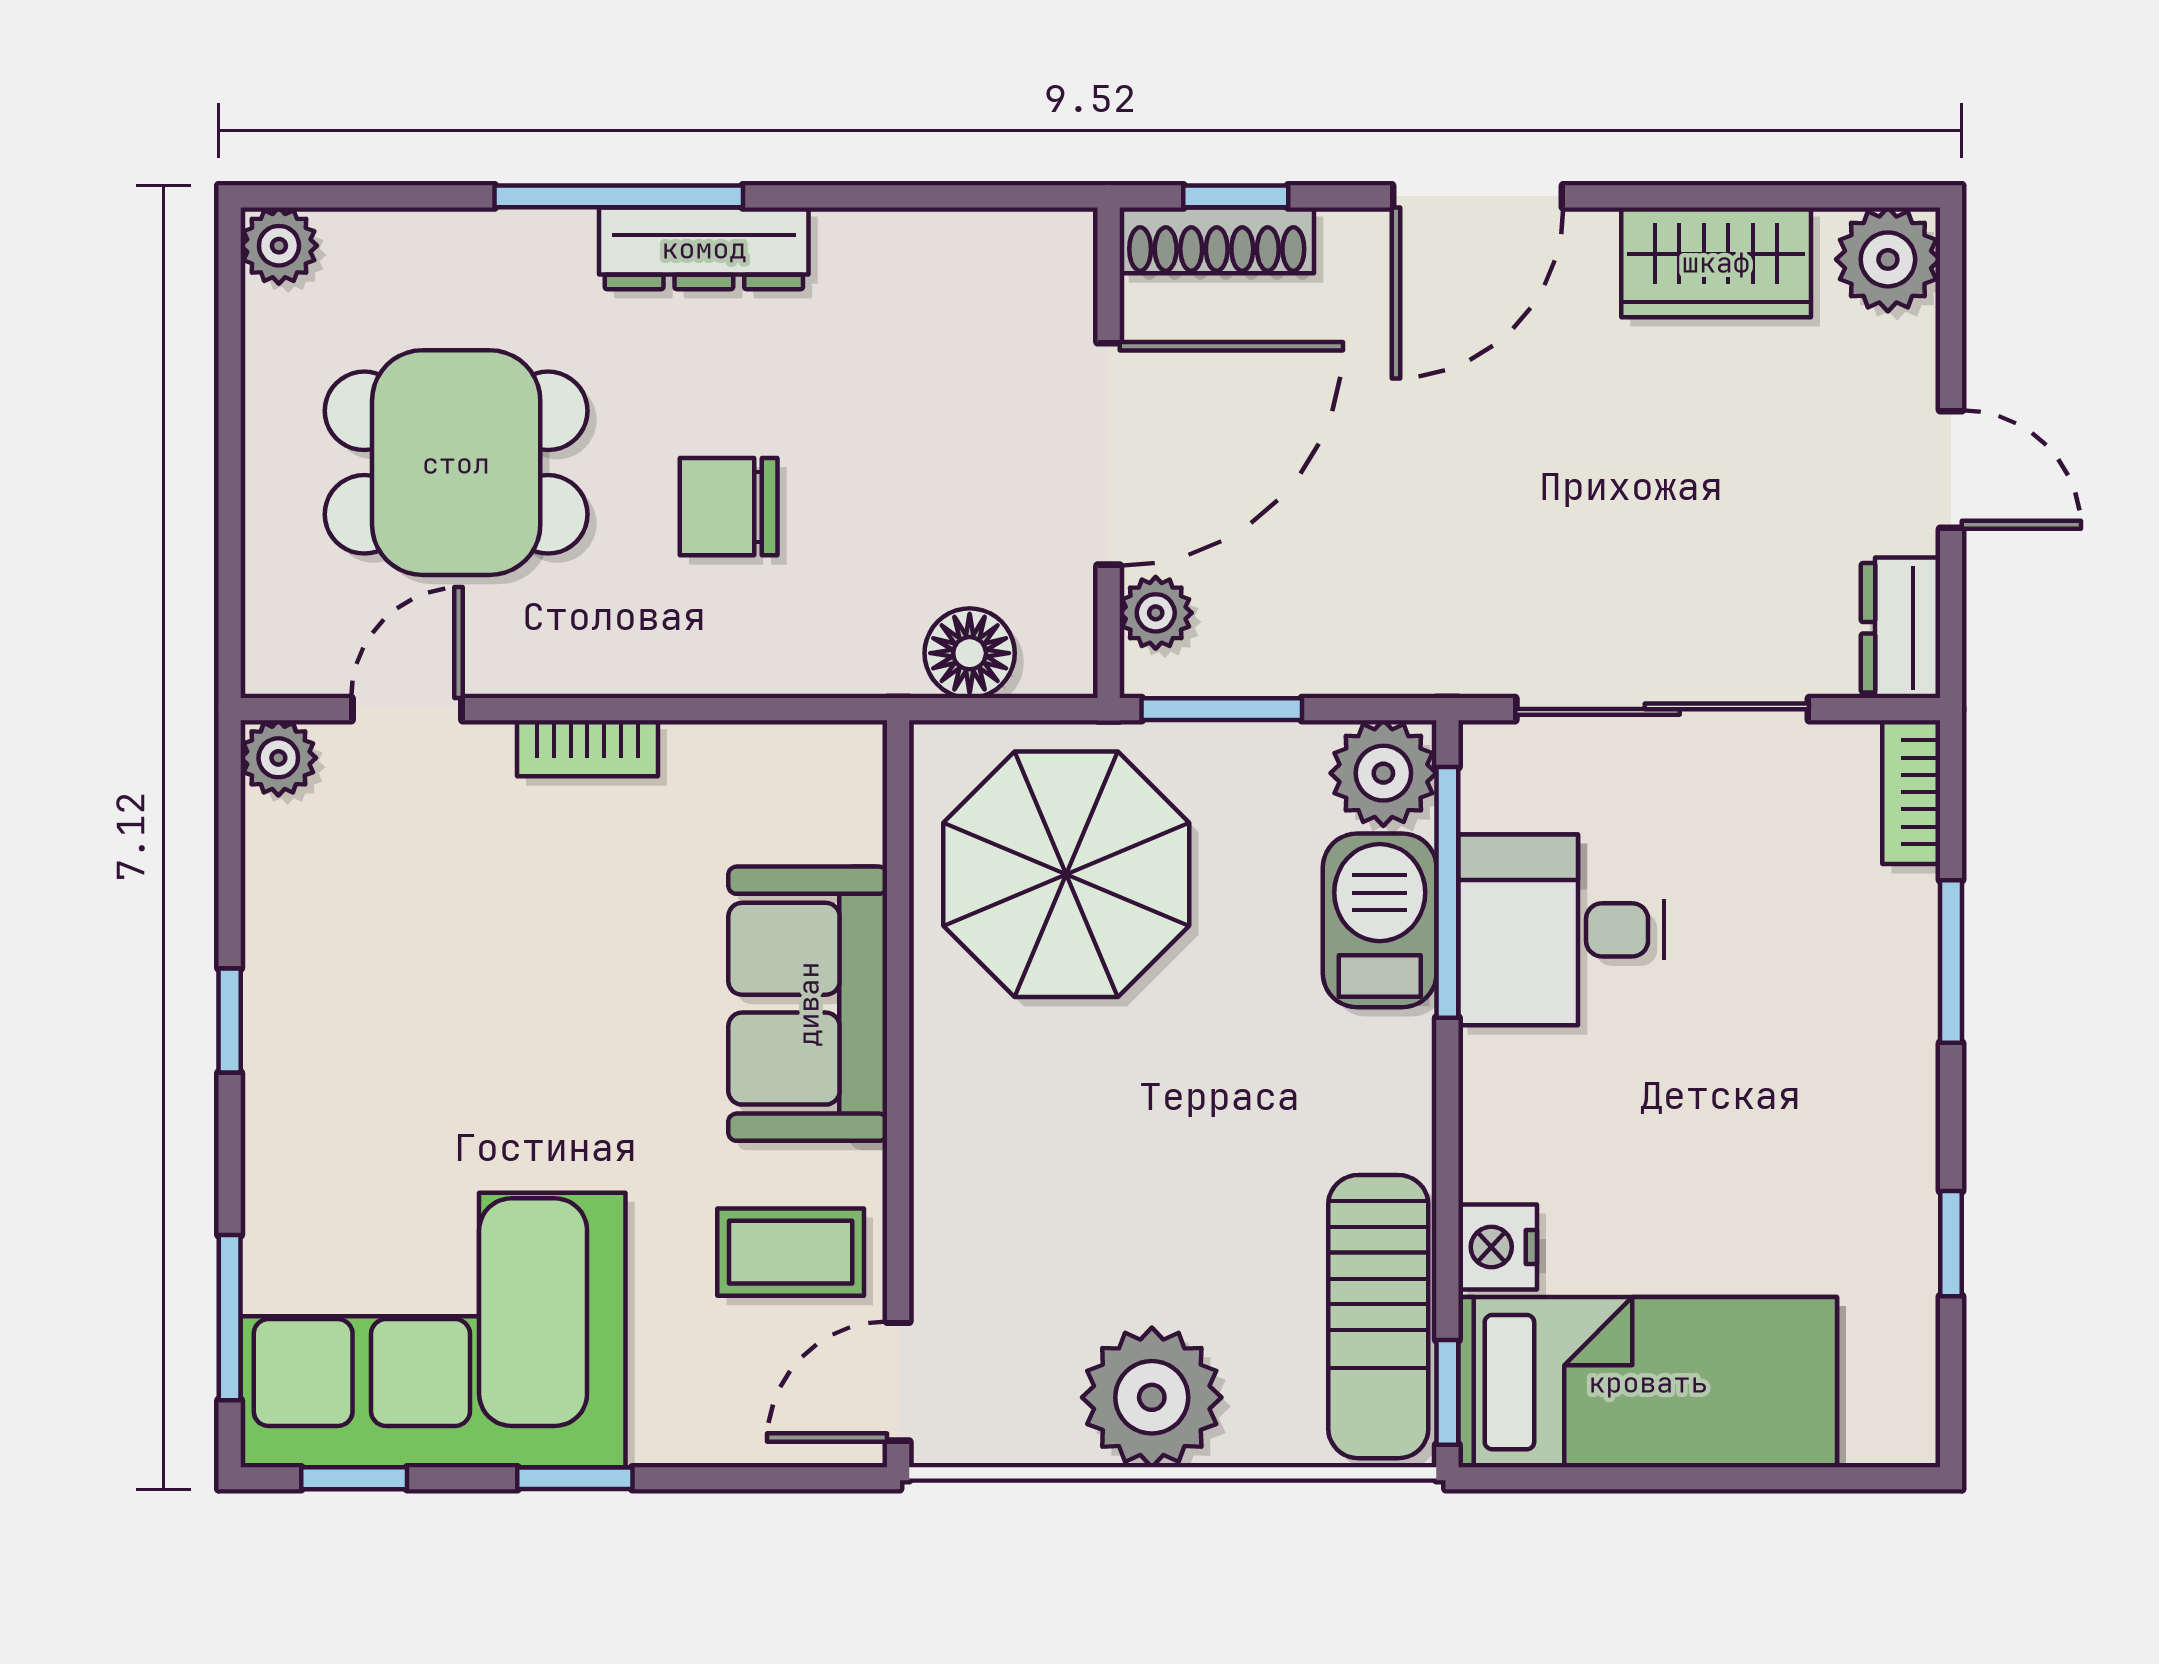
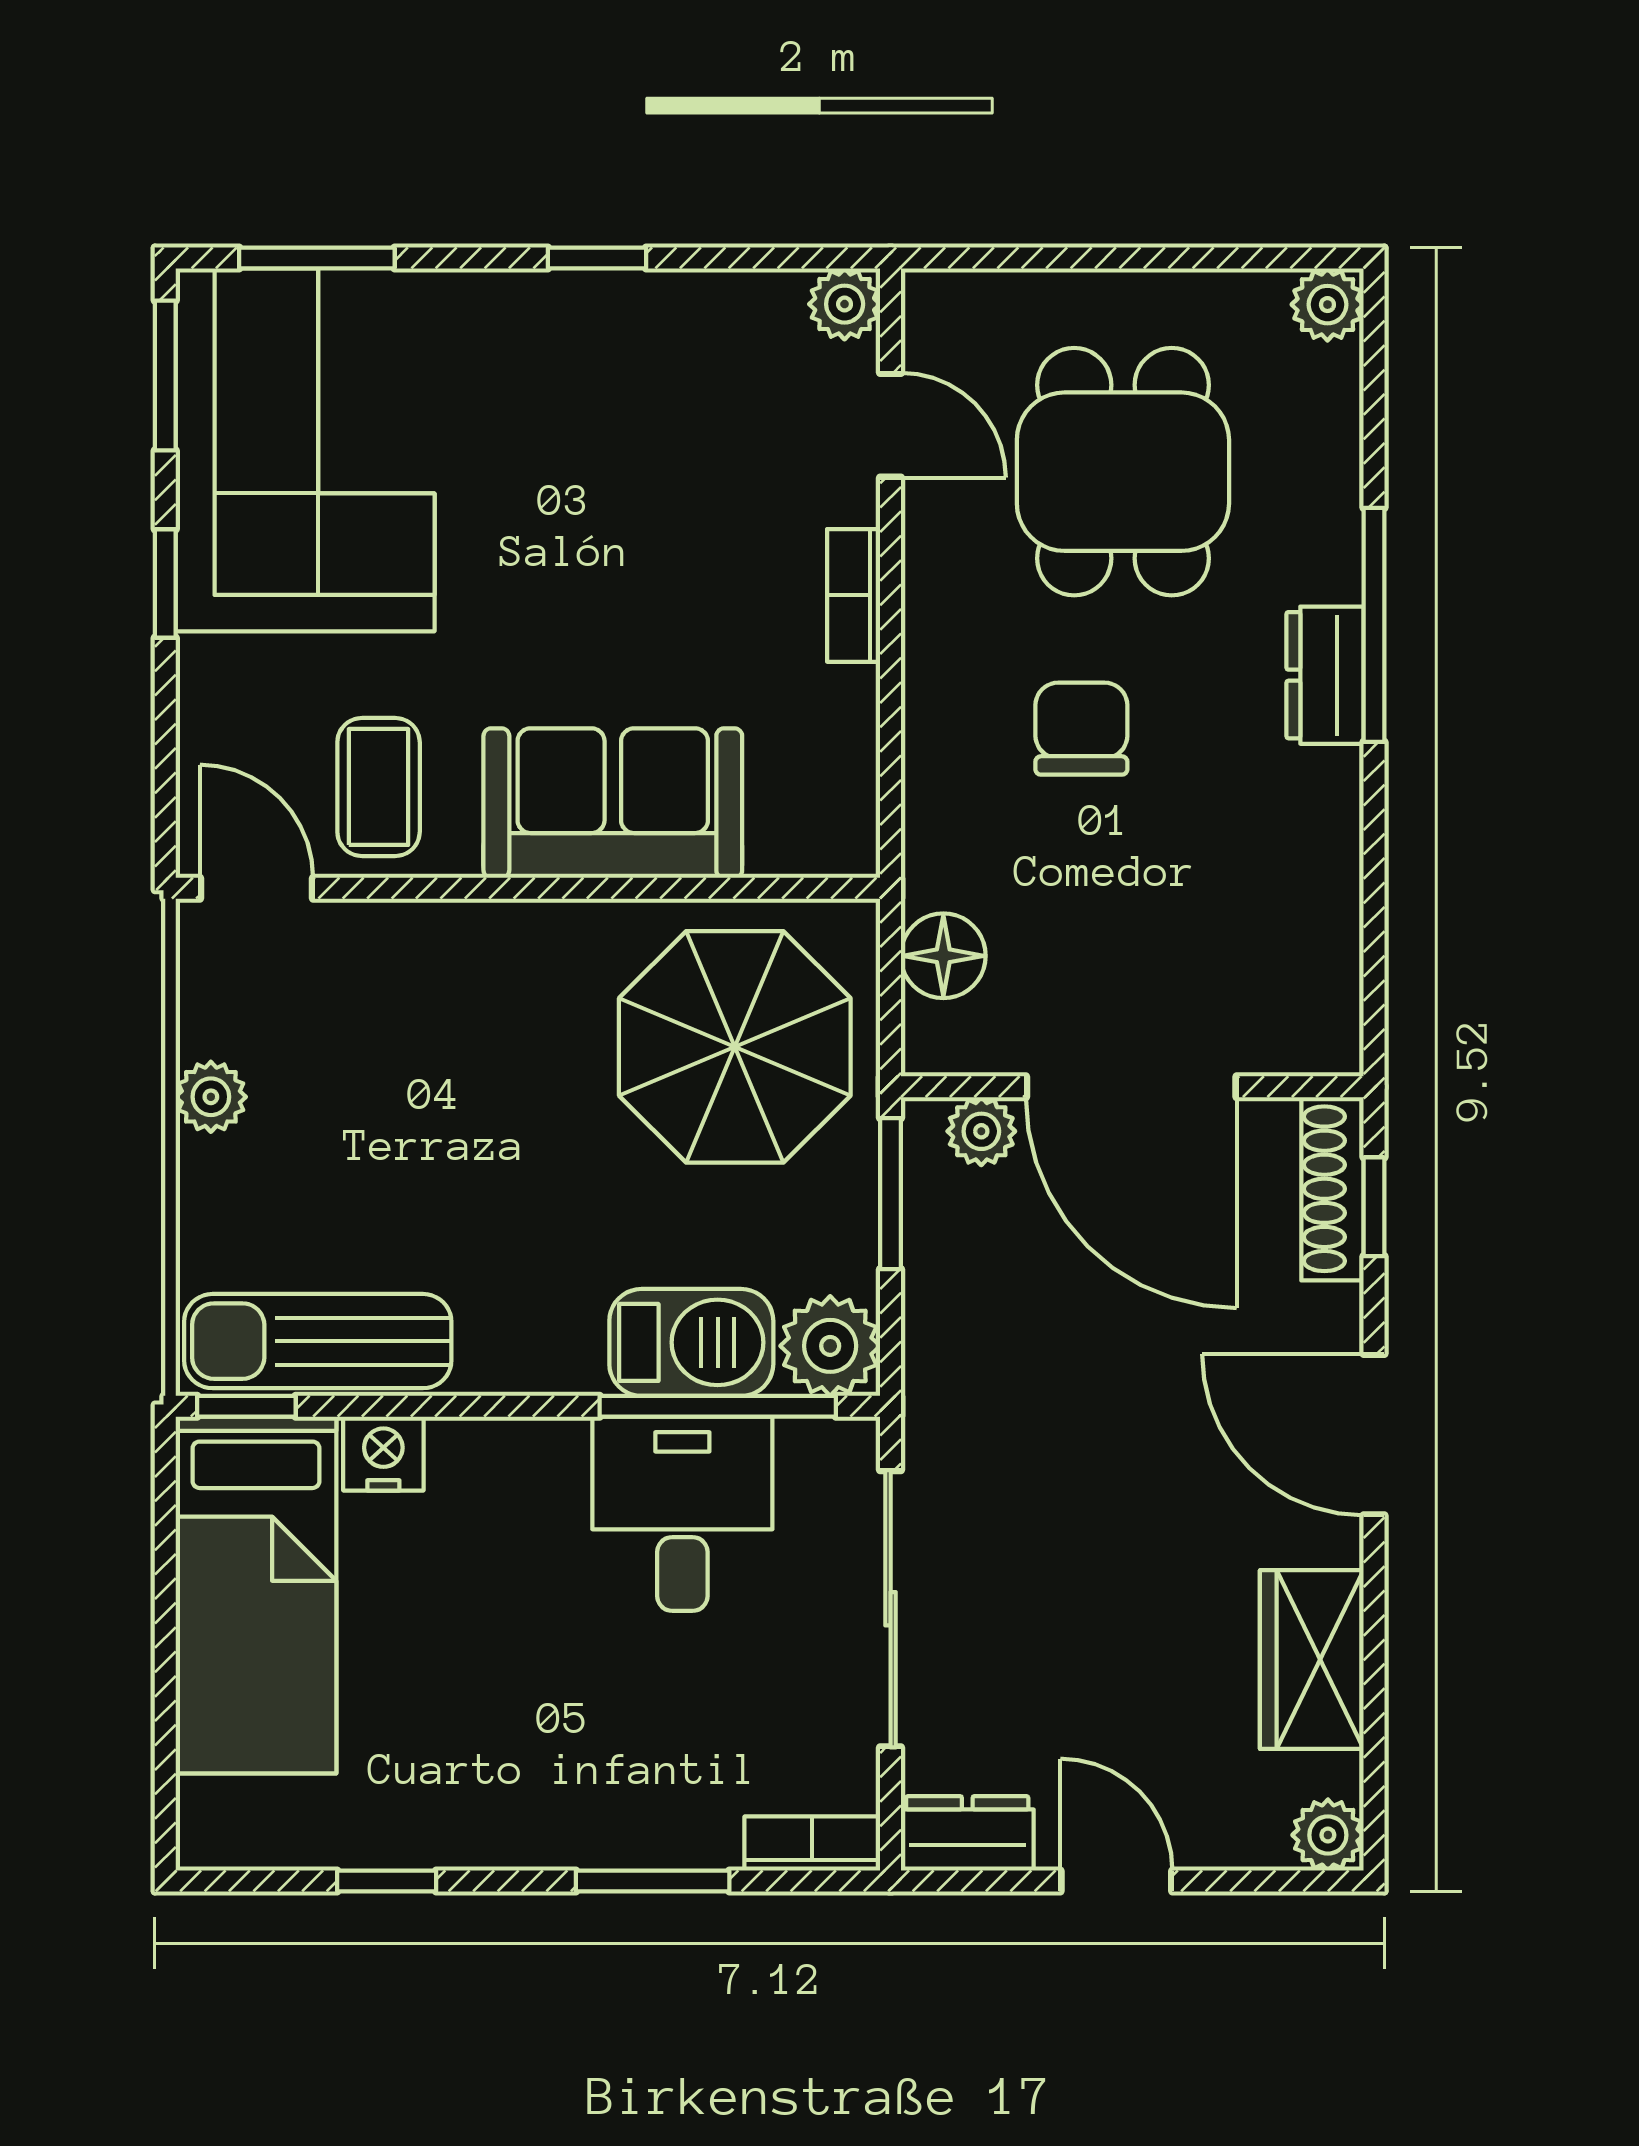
dresser: (704, 248) -> (1325, 675), width x0.70
plant: (1888, 259) -> (1328, 1835), width x0.73, depth x0.73
door: (1951, 470) -> (1116, 1881), swing flipped
plant: (1152, 1397) -> (211, 1097), width x0.53, depth x0.53
window: (354, 1478) -> (165, 375), width x1.50

